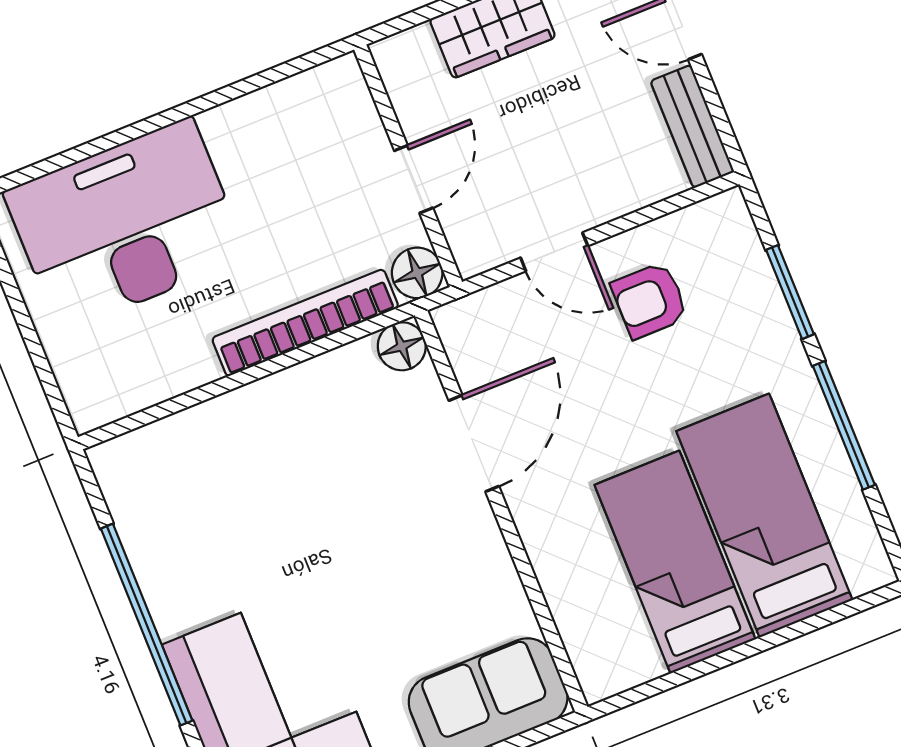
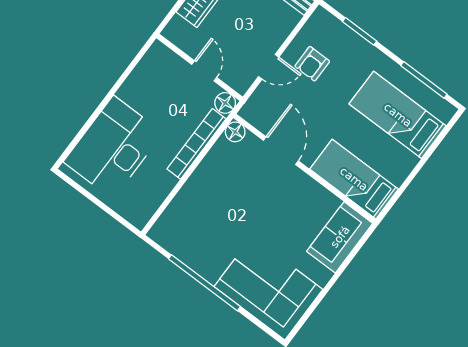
window: (844, 425) -> (424, 80), moved
bed: (675, 562) -> (354, 179), moved

